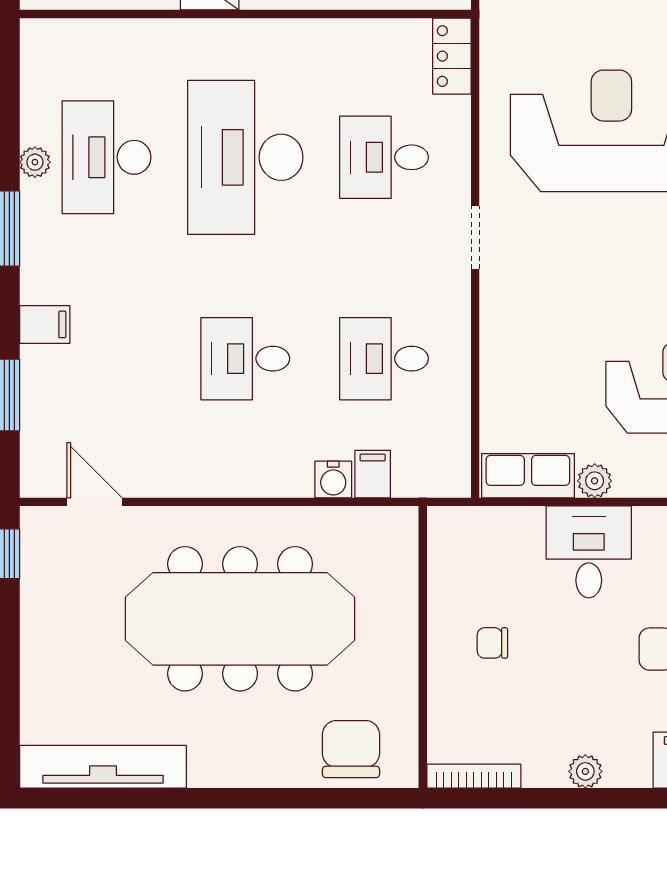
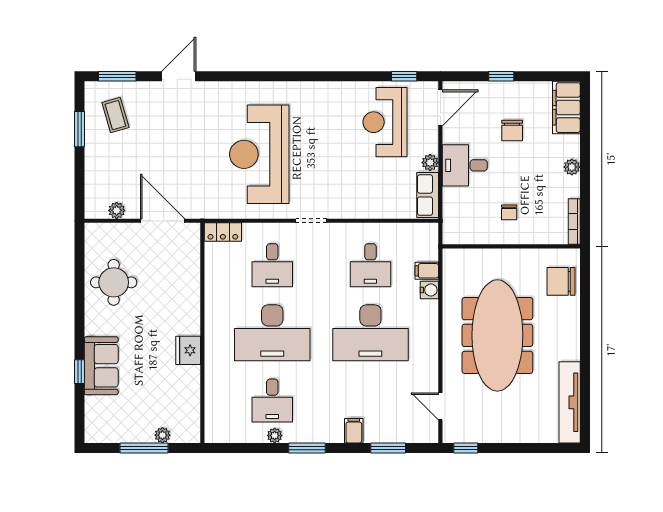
desk: (107, 157) -> (272, 401), width x0.73
desk: (245, 359) -> (370, 333), width x1.87, depth x1.30
door: (95, 502) -> (440, 406), hinge flipped

